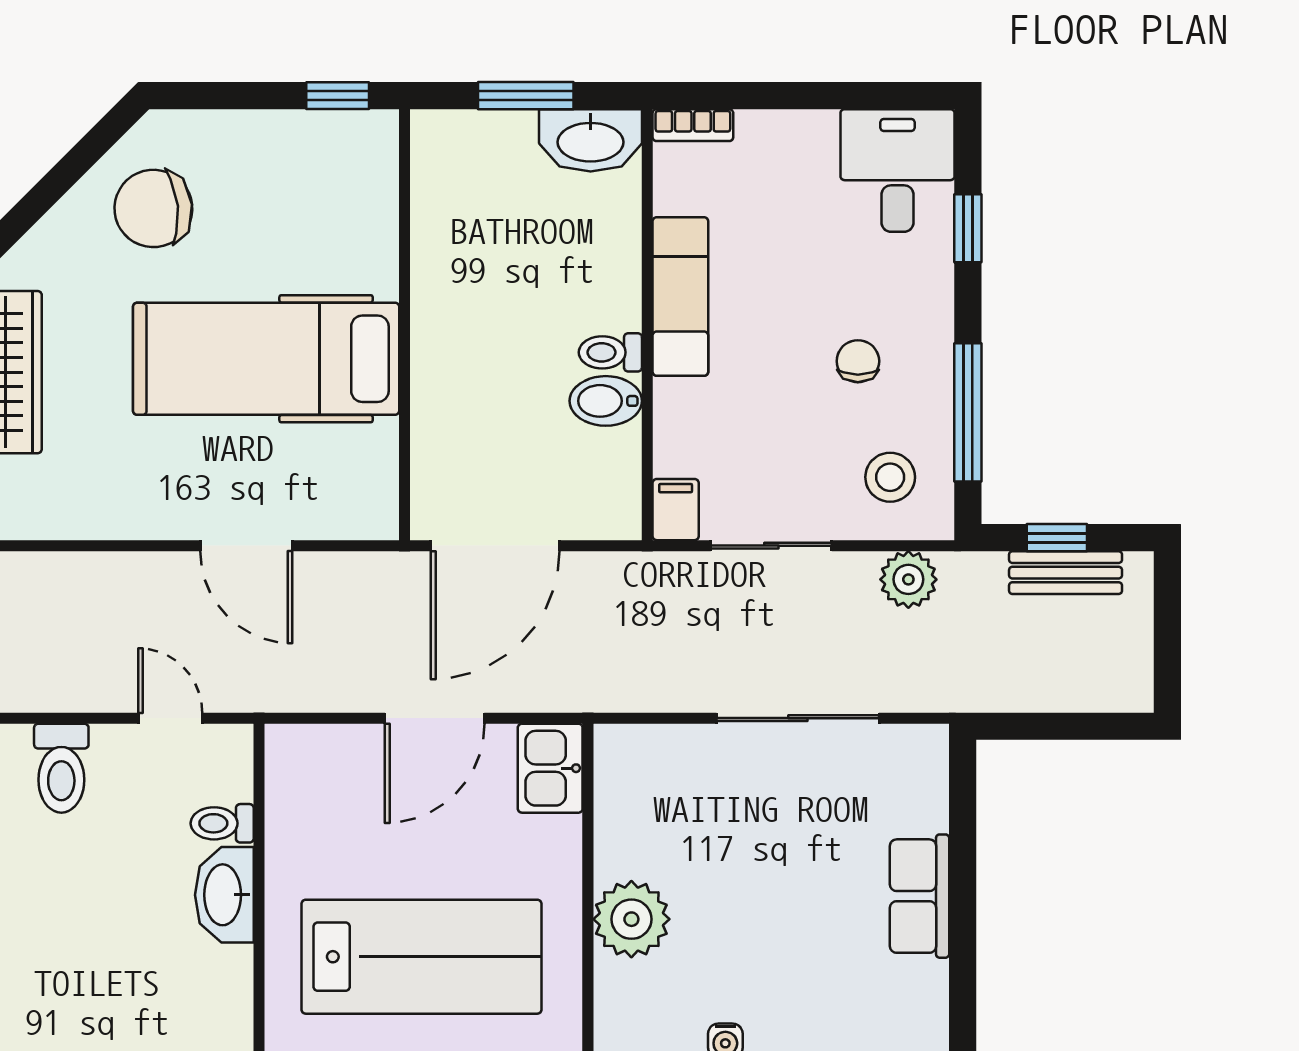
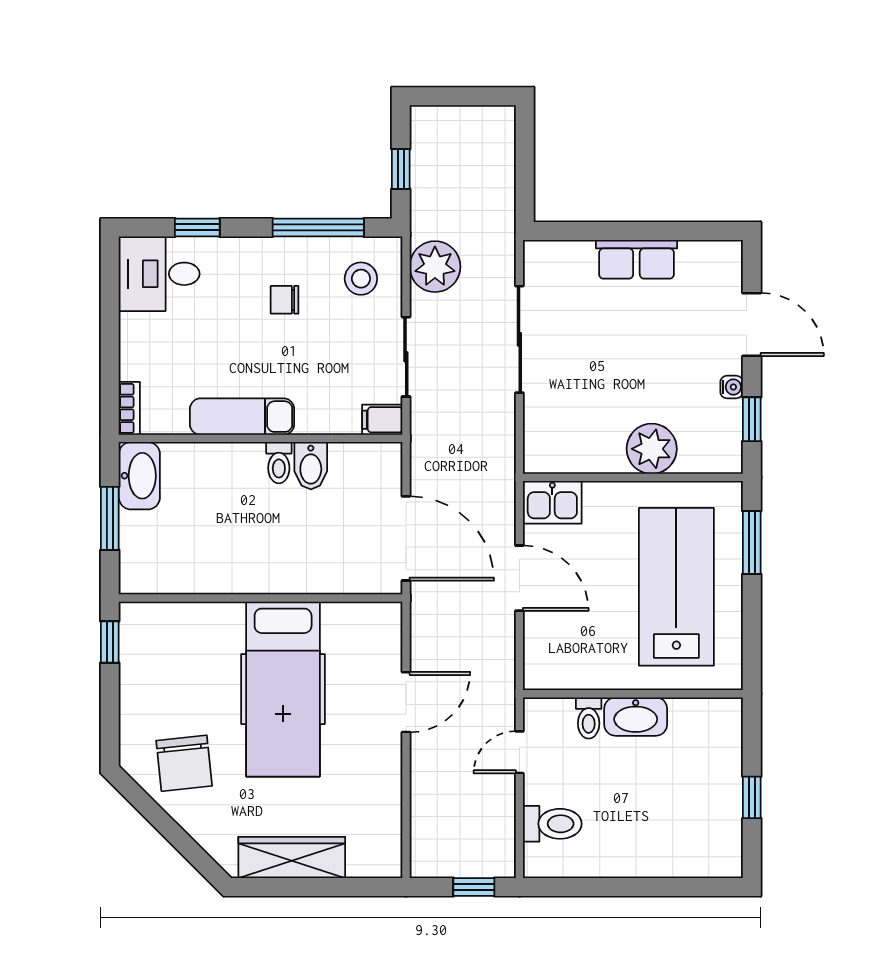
bench: (1066, 573) -> (424, 163), removed
plant: (908, 579) -> (435, 267), width x1.36, depth x1.36

